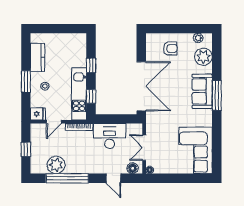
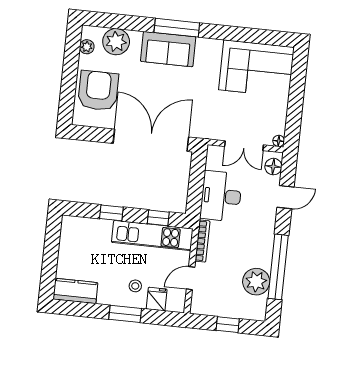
armchair: (170, 48) -> (98, 91), width x1.88, depth x1.88
kitchen counter: (38, 57) -> (75, 291), moved
fridge: (38, 114) -> (157, 299), moved
door: (54, 122) -> (191, 278), swing flipped

